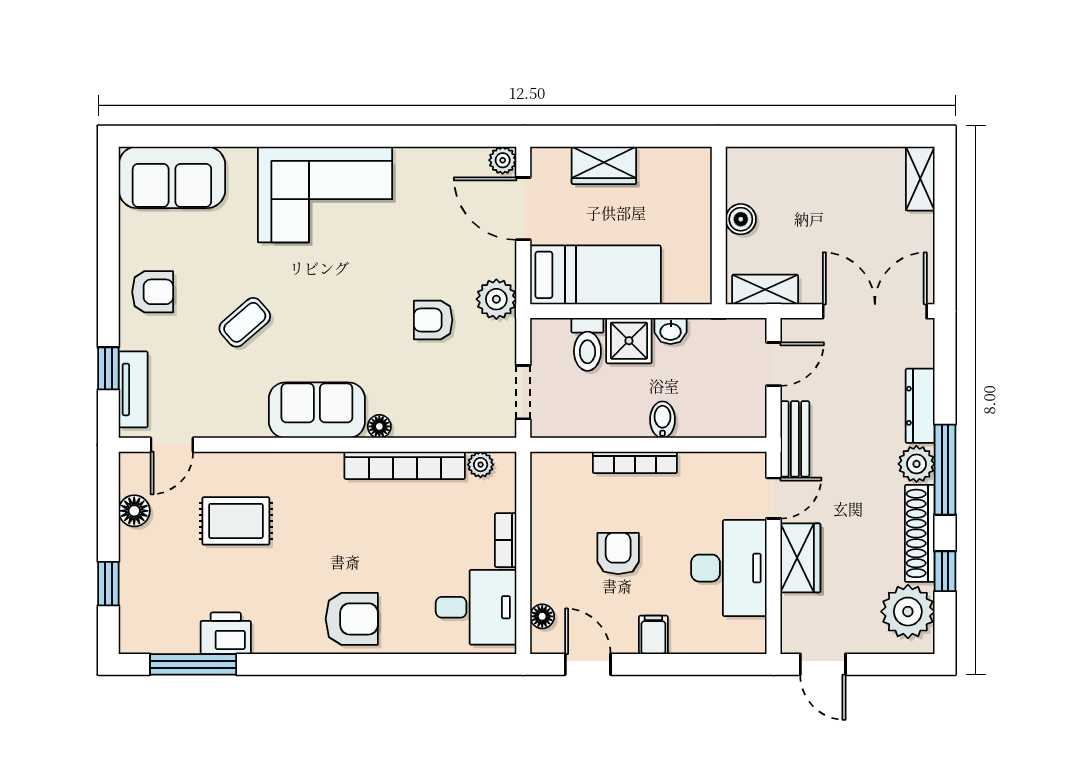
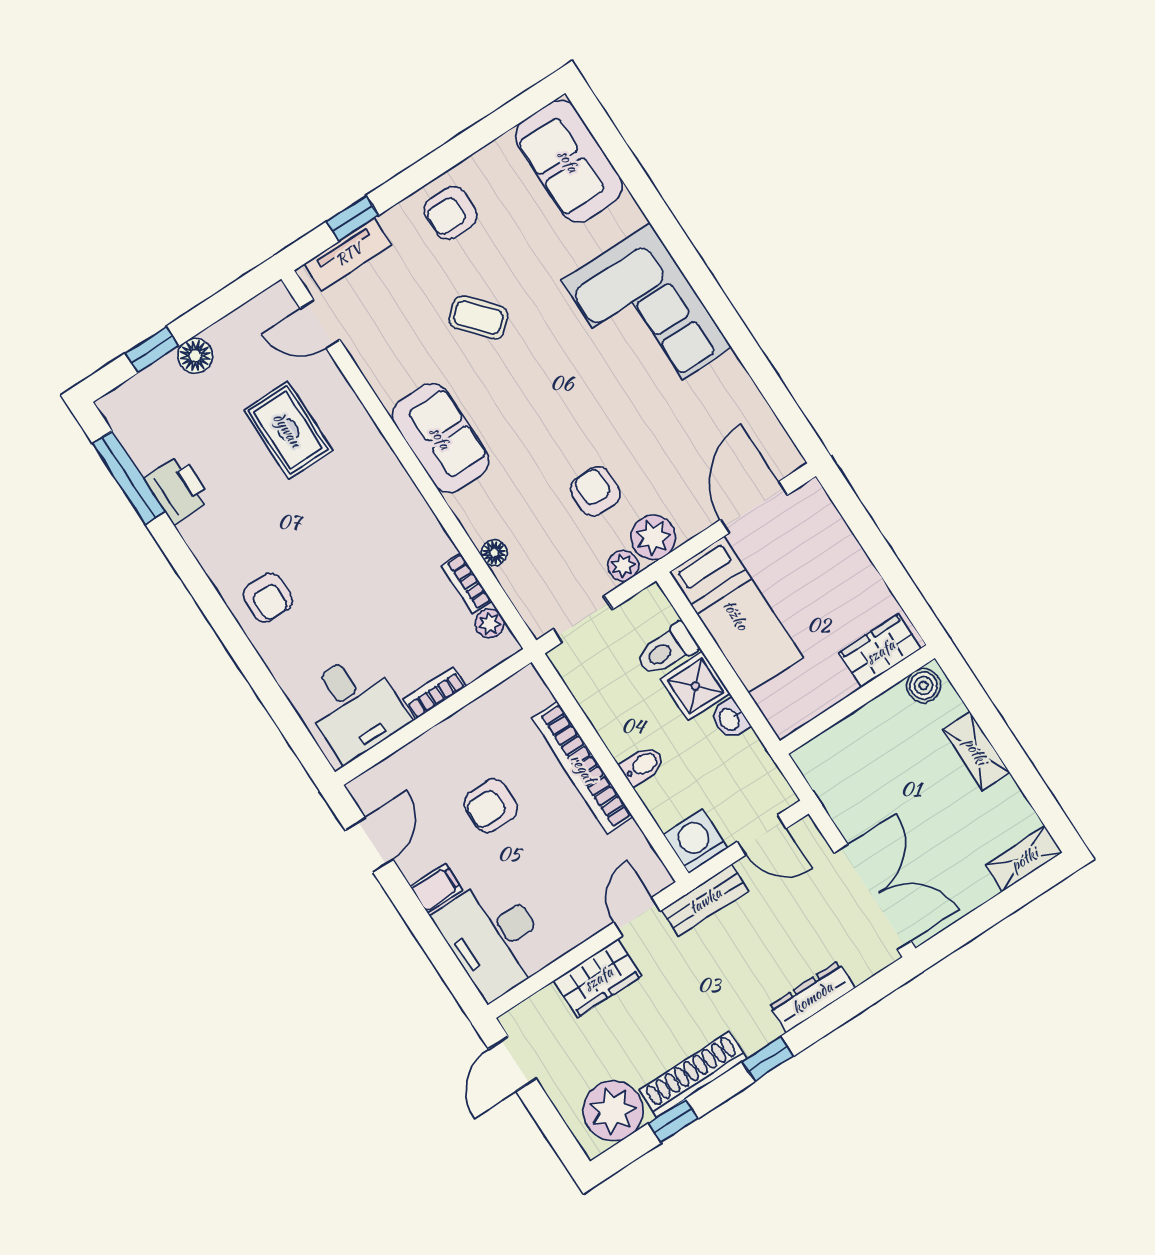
plant: (503, 160) -> (623, 566), moved
wardrobe: (604, 165) -> (880, 651), moved, turned 90
boiler: (741, 219) -> (924, 686), moved
shelving: (765, 289) -> (976, 751), moved
armchair: (153, 292) -> (451, 213), turned 90
washing machine: (746, 417) -> (696, 841), added
floor lamp: (379, 426) -> (494, 553), moved
bookcase: (635, 462) -> (583, 768), width x1.48, depth x1.31
plant: (916, 464) -> (756, 1029), removed
bookcase: (405, 465) -> (467, 583), width x0.43, depth x0.76
window: (945, 470) -> (768, 1059), width x0.46
door: (774, 498) -> (637, 917), swing flipped
floor lamp: (134, 511) -> (195, 356), moved
armchair: (618, 554) -> (491, 806), turned 180
desk: (729, 568) -> (494, 937), moved, turned 90
floor lamp: (542, 616) -> (386, 773), removed
armchair: (352, 619) -> (268, 598), width x0.72, depth x0.72

